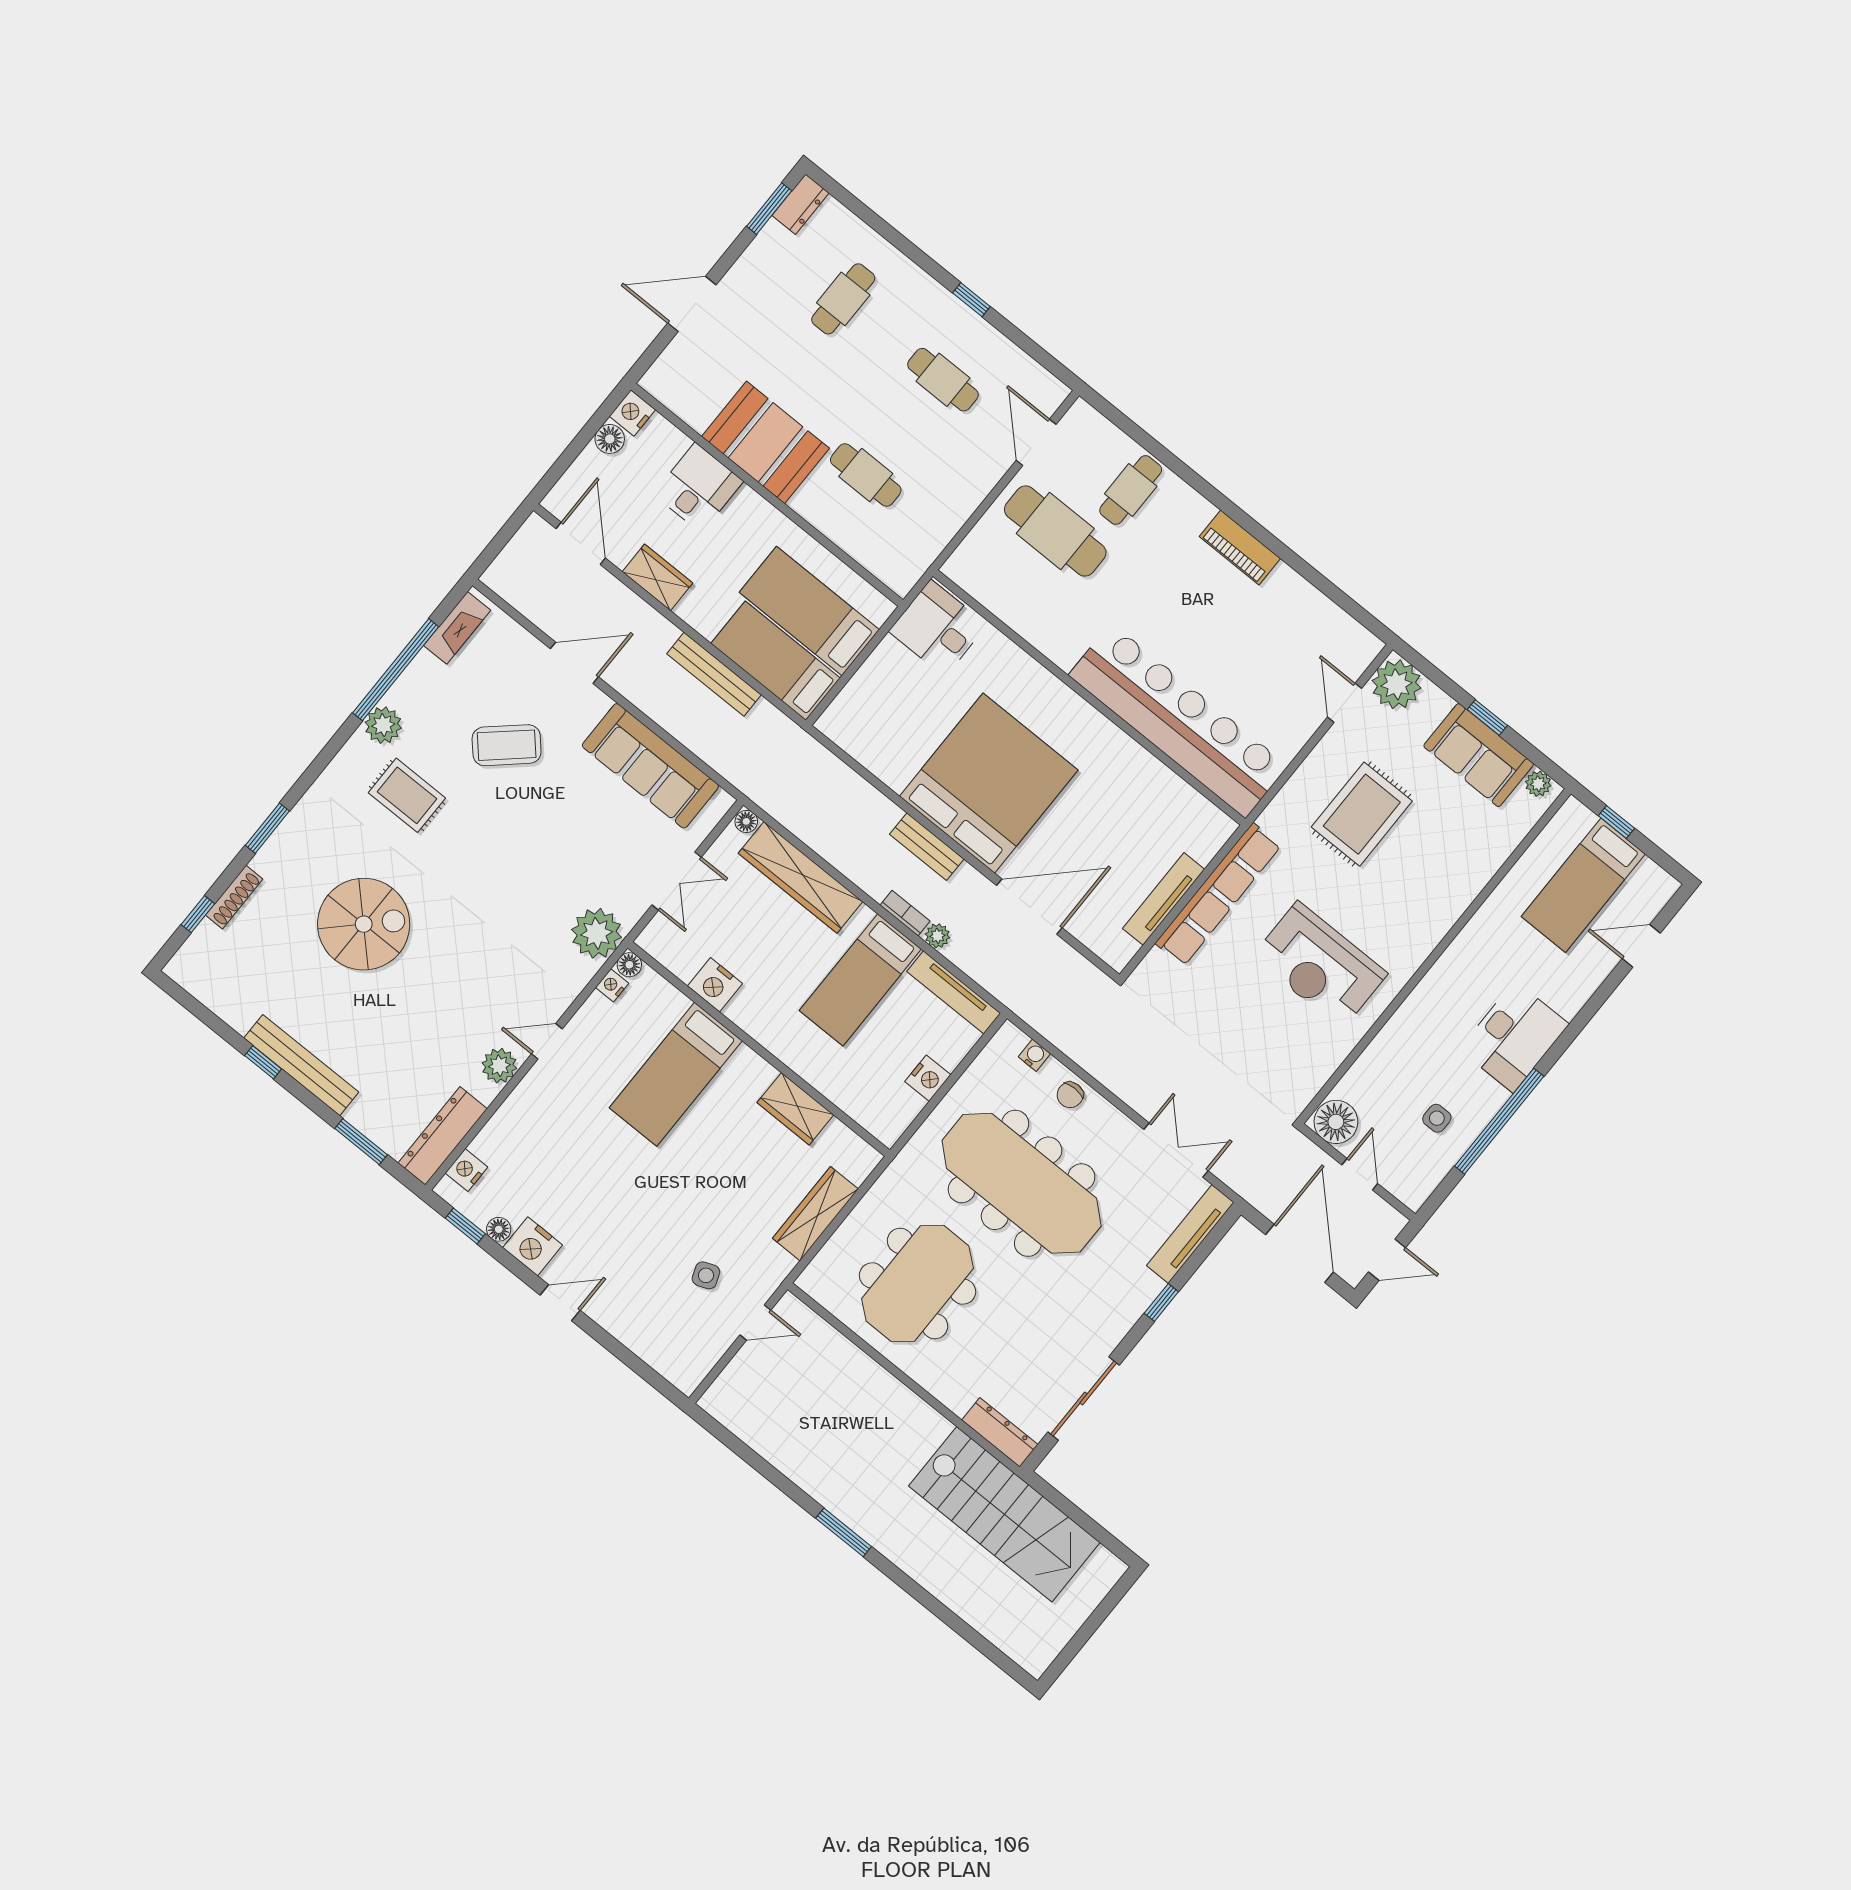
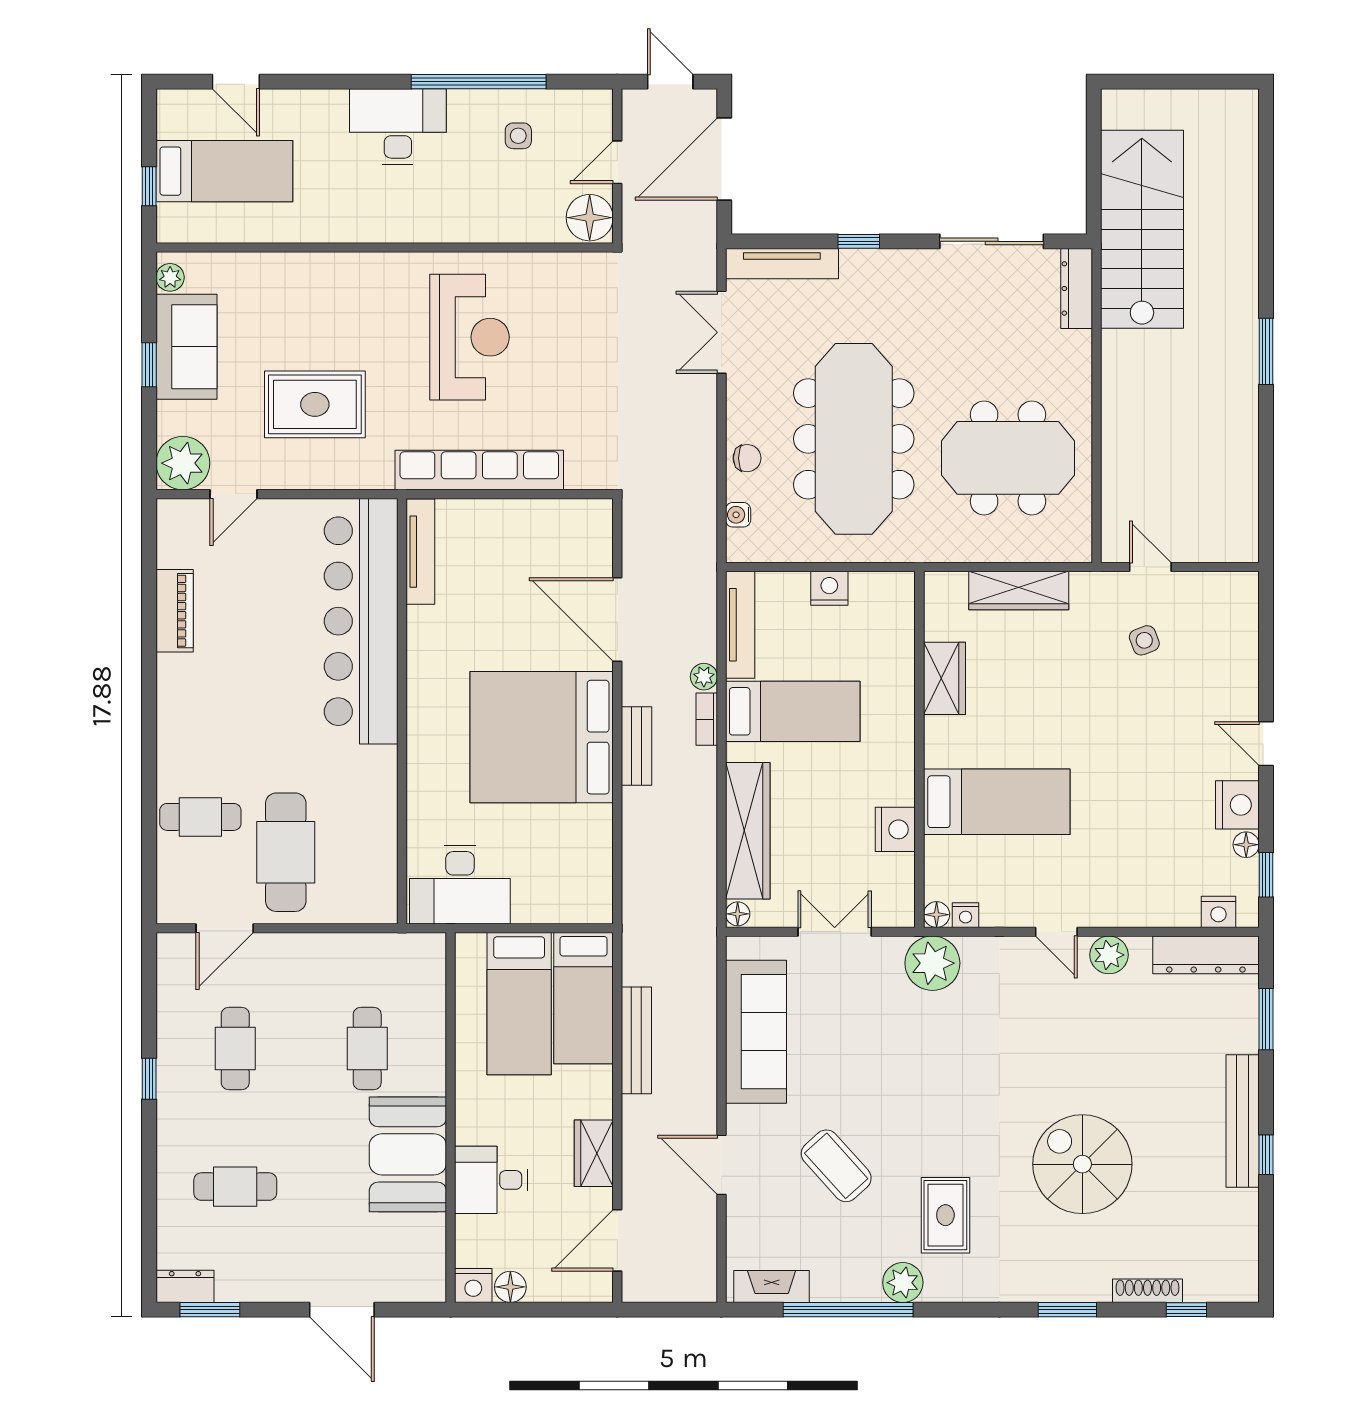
piano: (1240, 547) -> (175, 611), moved
desk: (938, 628) -> (460, 885), width x1.37
tv unit: (1164, 899) -> (420, 552), moved, turned -90

